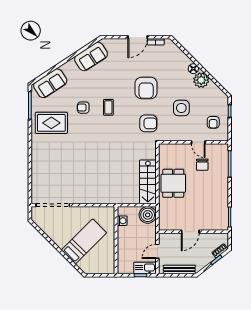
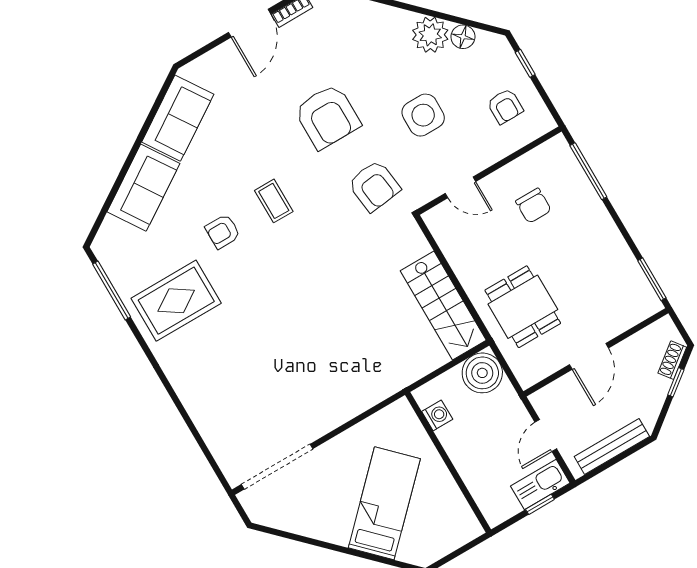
floor lamp: (193, 69) -> (463, 37), moved
sofa: (50, 83) -> (143, 188), moved
armchair: (148, 123) -> (374, 186), turned 83
door: (198, 142) -> (460, 187), moved
dining table: (173, 183) -> (523, 307), moved

